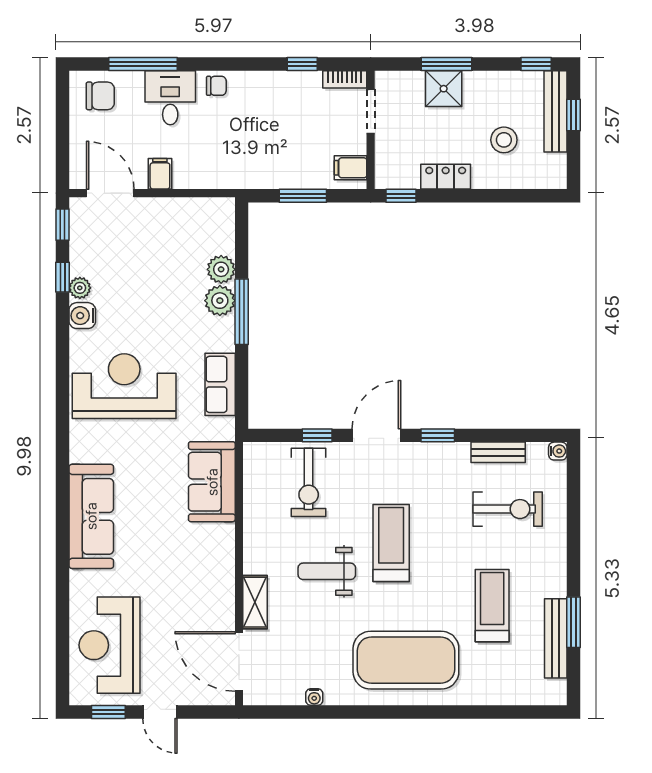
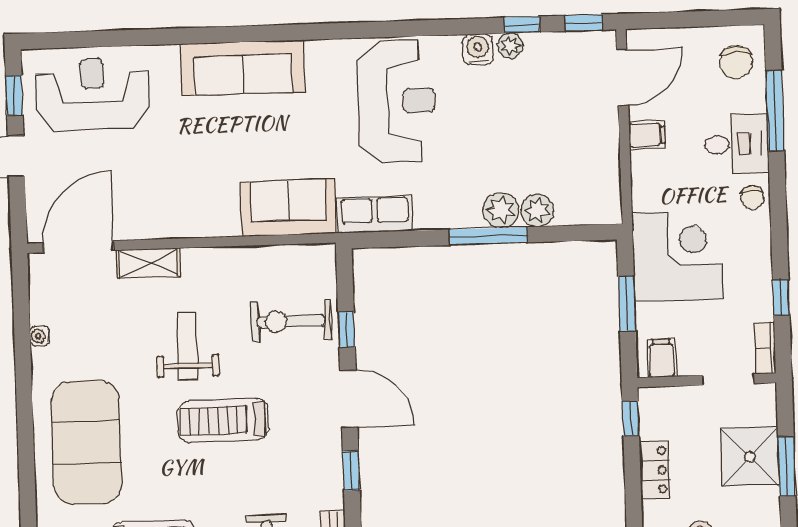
shower: (444, 89) -> (750, 457), width x1.36, depth x1.36
corner desk: (264, 151) -> (677, 256), added
row of seats: (220, 384) -> (375, 215), moved
treadmill: (391, 543) -> (223, 420), turned 180

